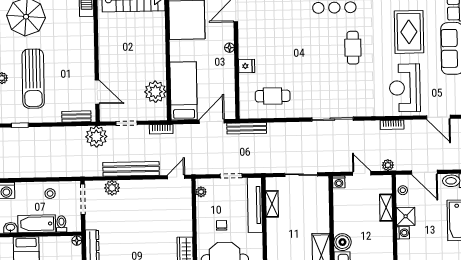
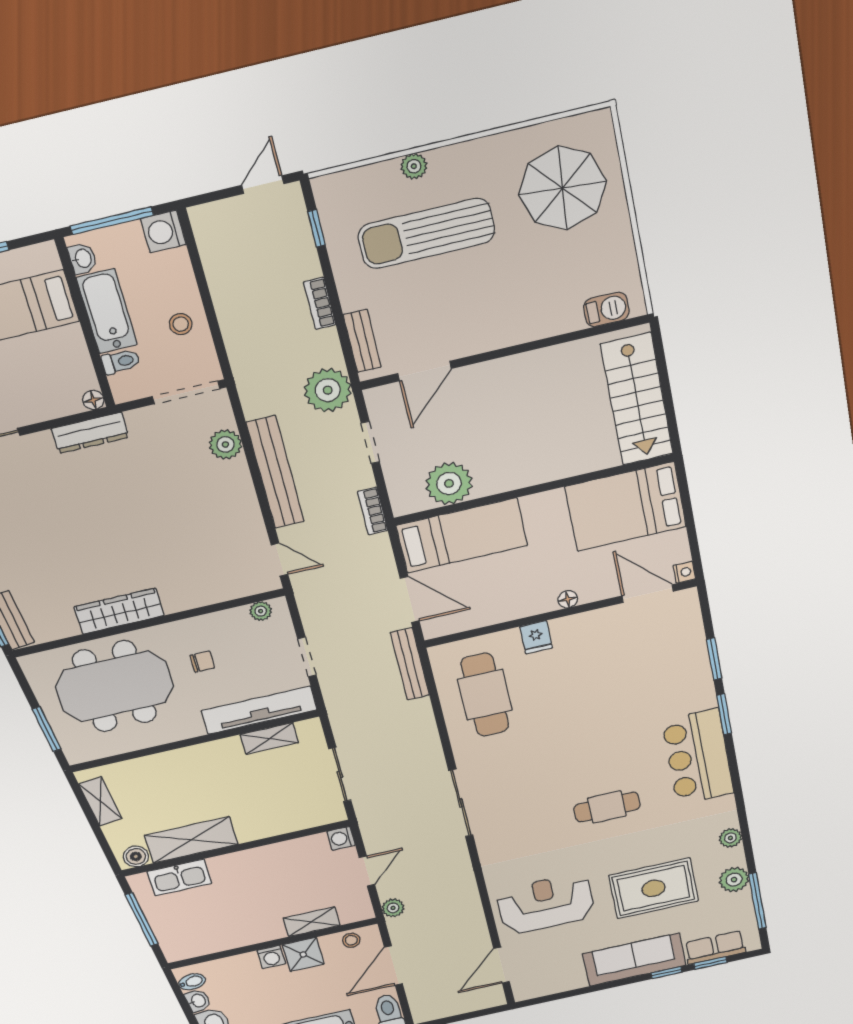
cafe table: (273, 96) -> (485, 695), width x1.37, depth x1.35
bookcase: (392, 125) -> (320, 303), moved
boiler: (342, 242) -> (227, 868), removed

